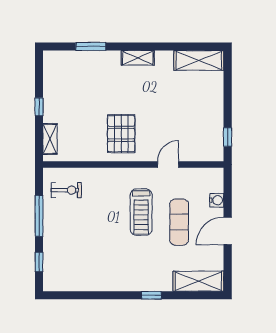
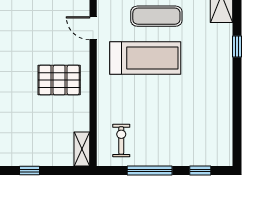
shelving: (50, 139) -> (82, 149), moved, turned 90
treadmill: (141, 212) -> (145, 58), width x1.37, depth x1.38

